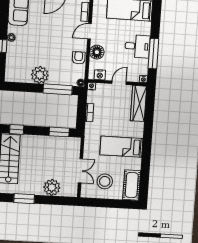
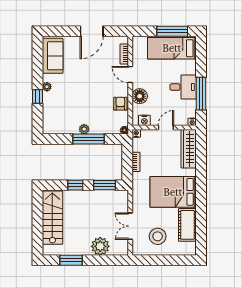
door: (89, 31) -> (130, 74), hinge flipped
plant: (40, 75) -> (84, 129), width x0.53, depth x0.53
window: (58, 89) -> (88, 139), moved
window: (17, 129) -> (75, 185), moved
bed: (121, 147) -> (173, 192), width x1.50
double door: (80, 171) -> (130, 226), swing flipped
cot: (132, 185) -> (187, 225), moved

